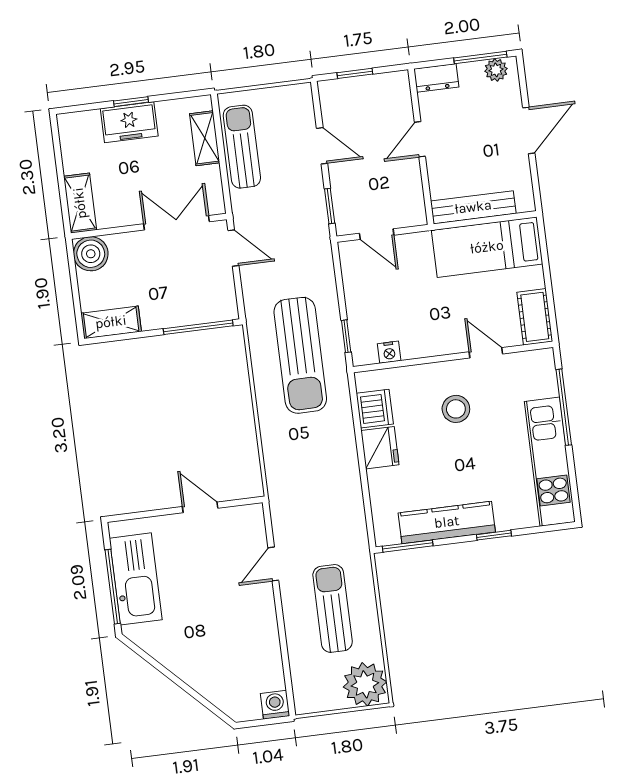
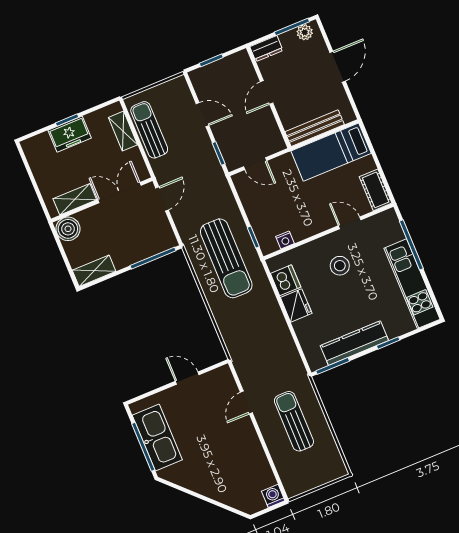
shelving: (80, 203) -> (75, 199), moved, turned 90
door: (233, 248) -> (162, 199), hinge flipped
plant: (365, 684) -> (329, 466), removed

